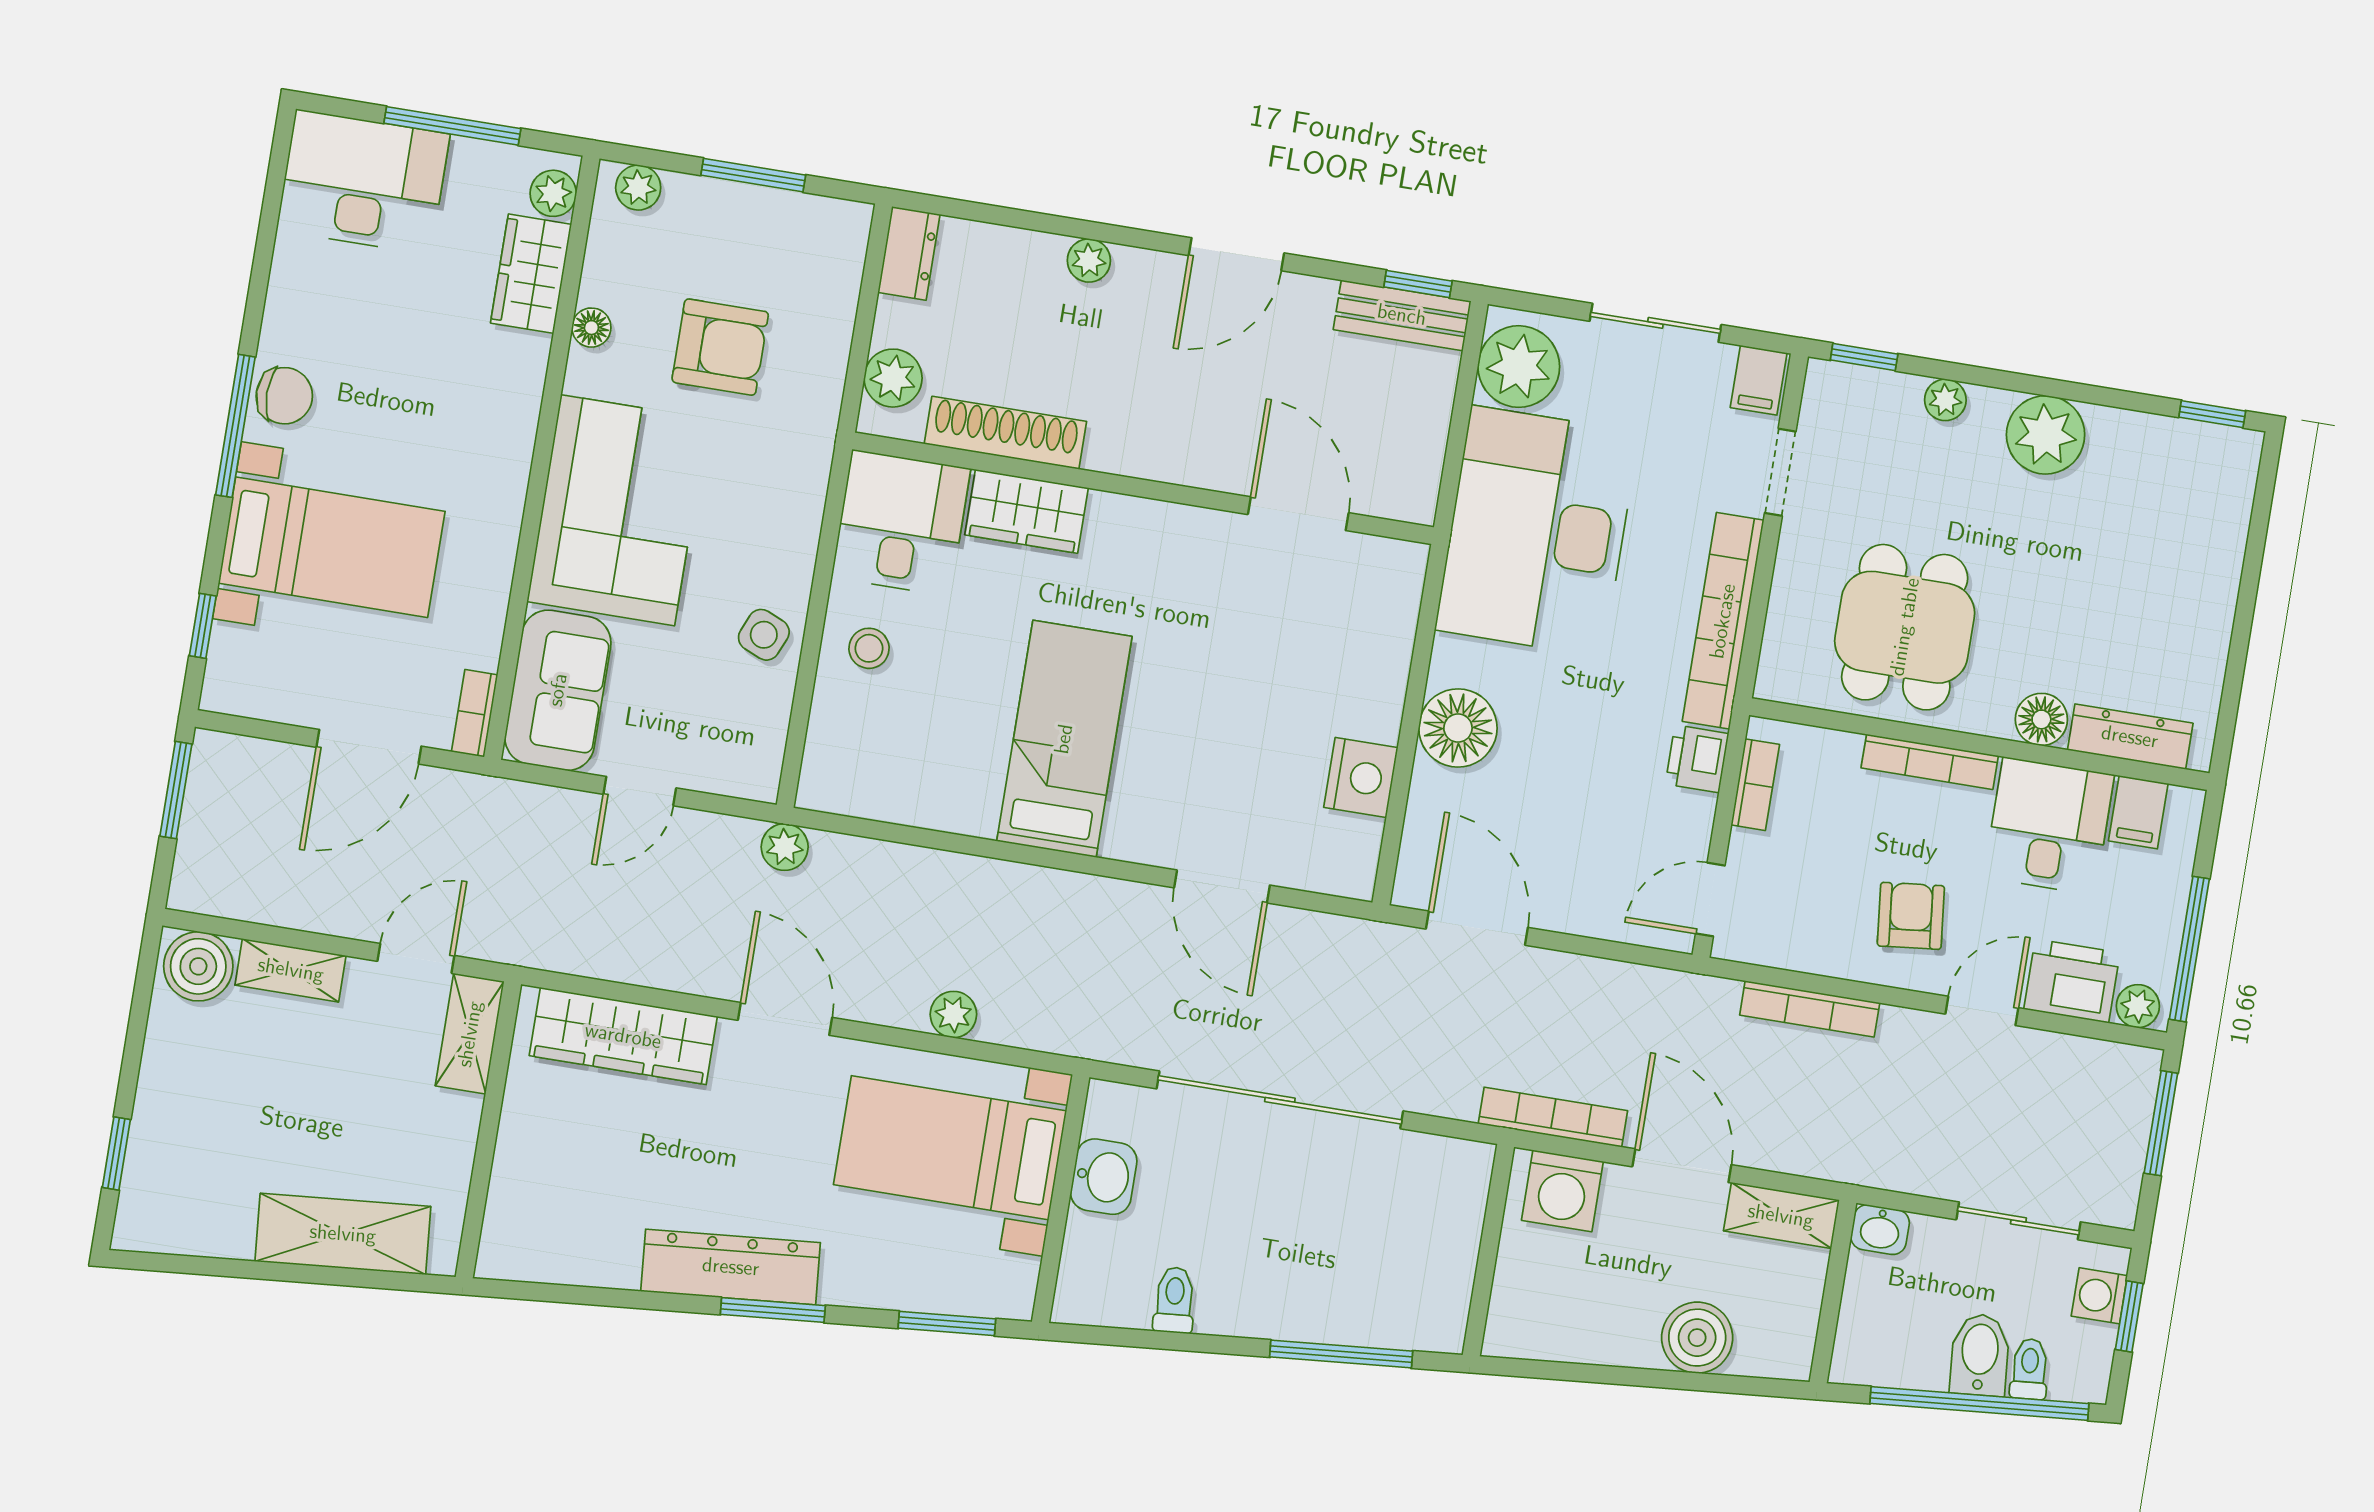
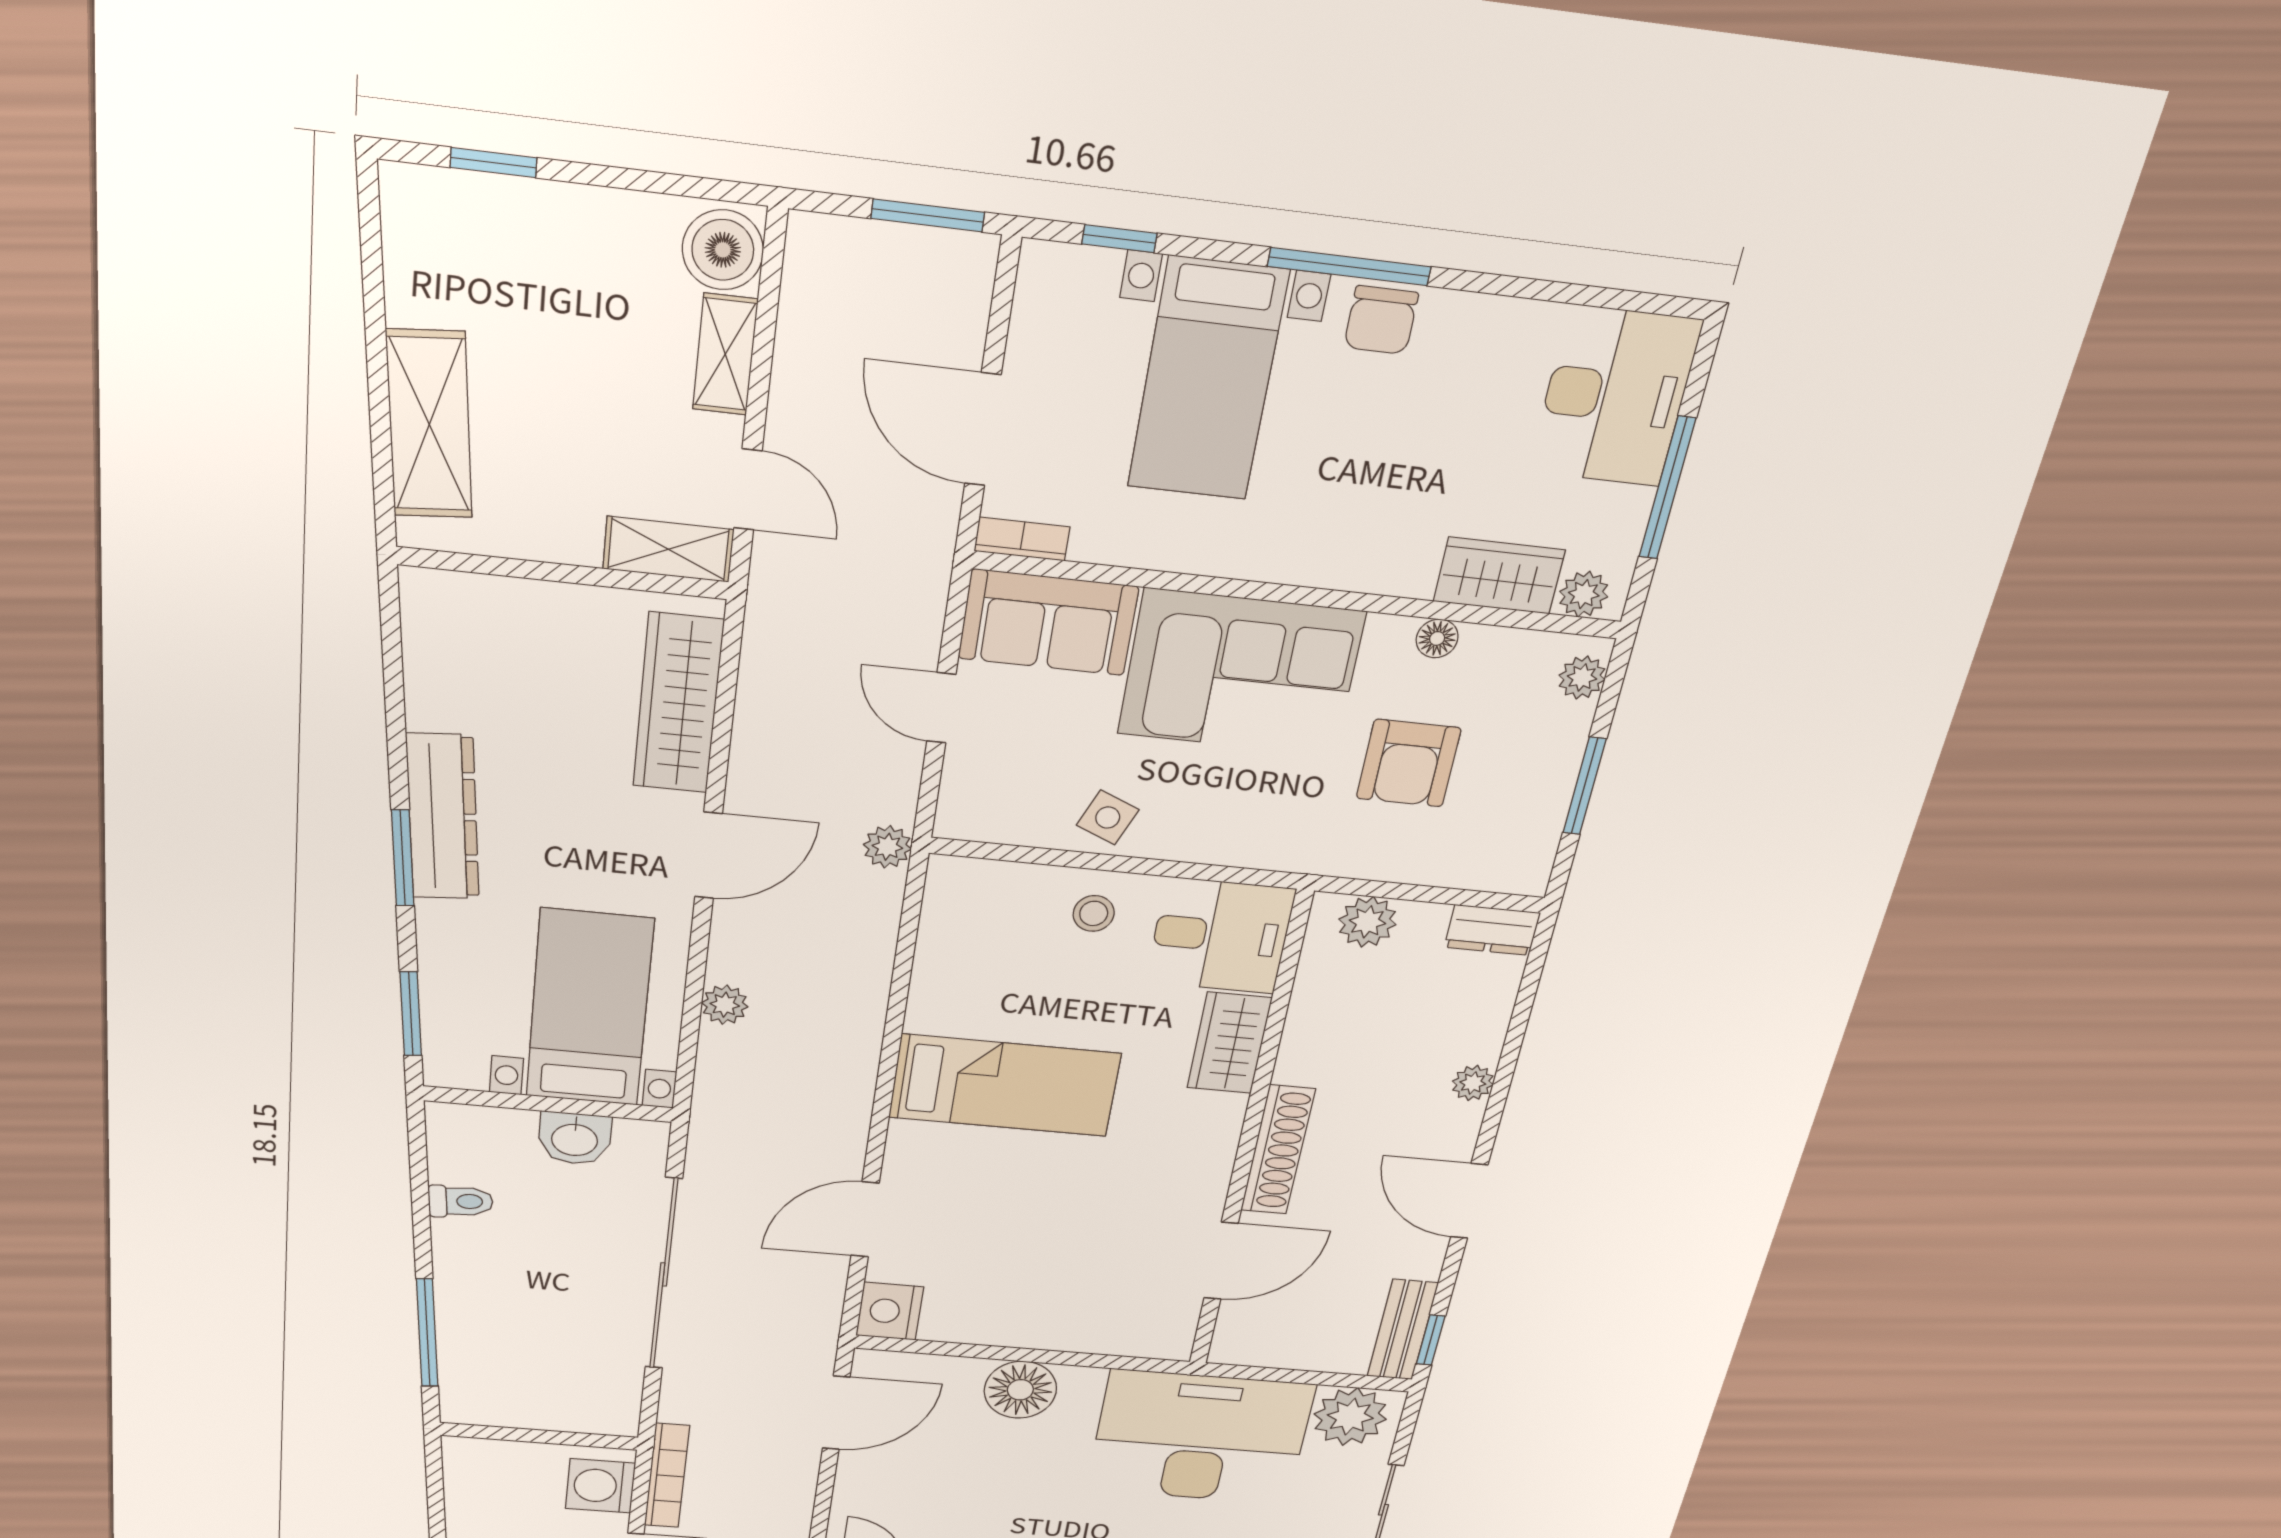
shoe rack: (1005, 433) -> (1278, 1150), moved
nightstand: (1361, 777) -> (890, 1311), moved, turned 90

